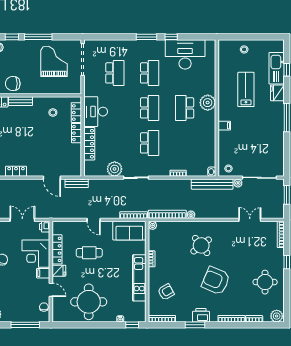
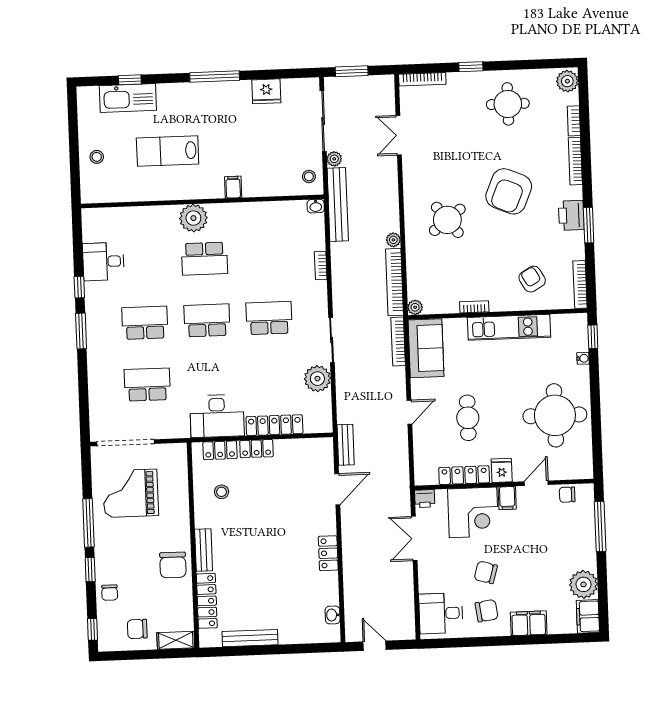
desk: (185, 54) -> (103, 262), width x0.53, depth x0.77
fridge: (277, 93) -> (266, 91), moved

